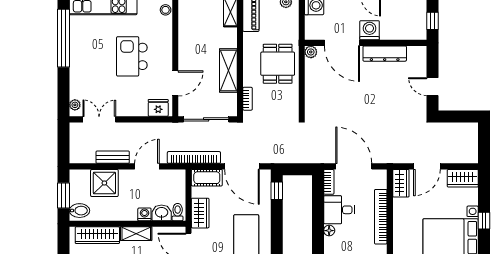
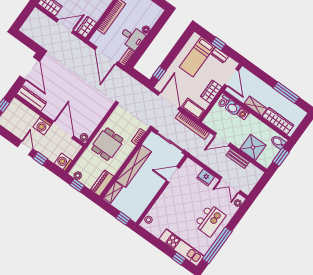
dresser: (385, 54) -> (32, 98), moved
kitchen island: (132, 56) -> (210, 220), moved
shelving: (228, 70) -> (134, 166), width x1.47
door: (433, 87) -> (30, 69), width x1.88
fridge: (158, 108) -> (206, 177), moved

